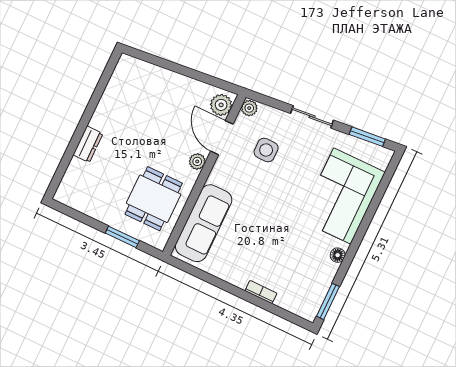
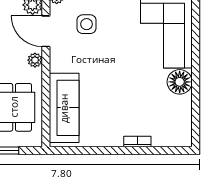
floor lamp: (338, 255) -> (180, 82), width x1.89, depth x1.89
window: (328, 301) -> (196, 123), removed

